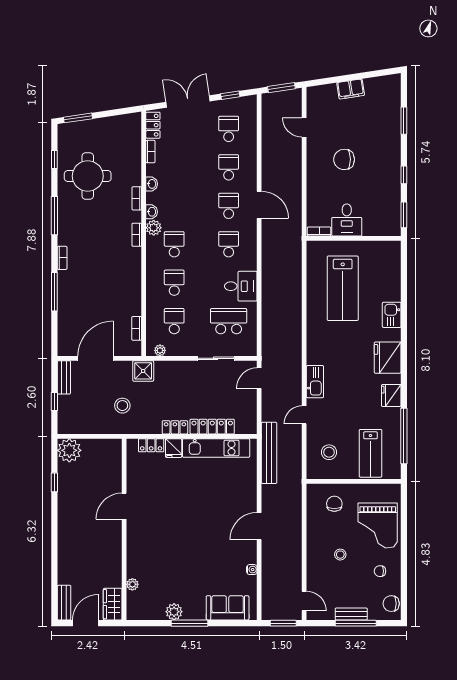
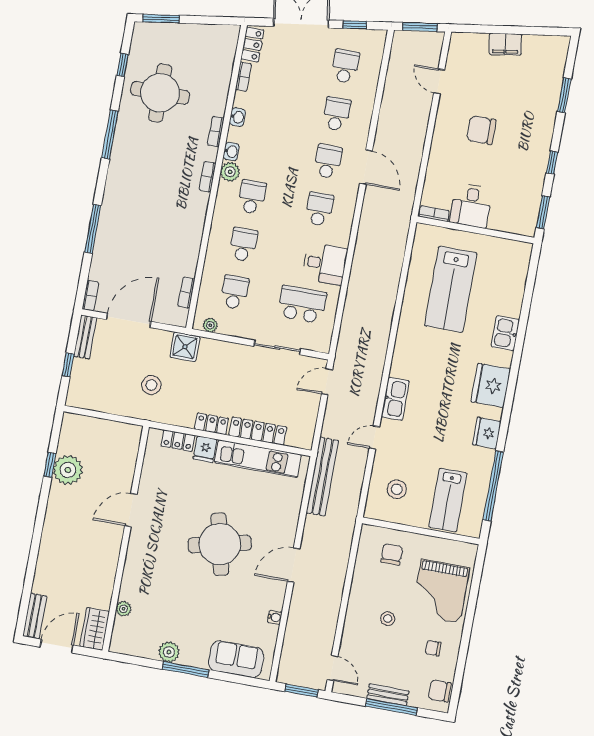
bookcase: (62, 258) -> (90, 296), moved
plant: (69, 450) -> (68, 470), moved
round table: (198, 520) -> (220, 544), added

